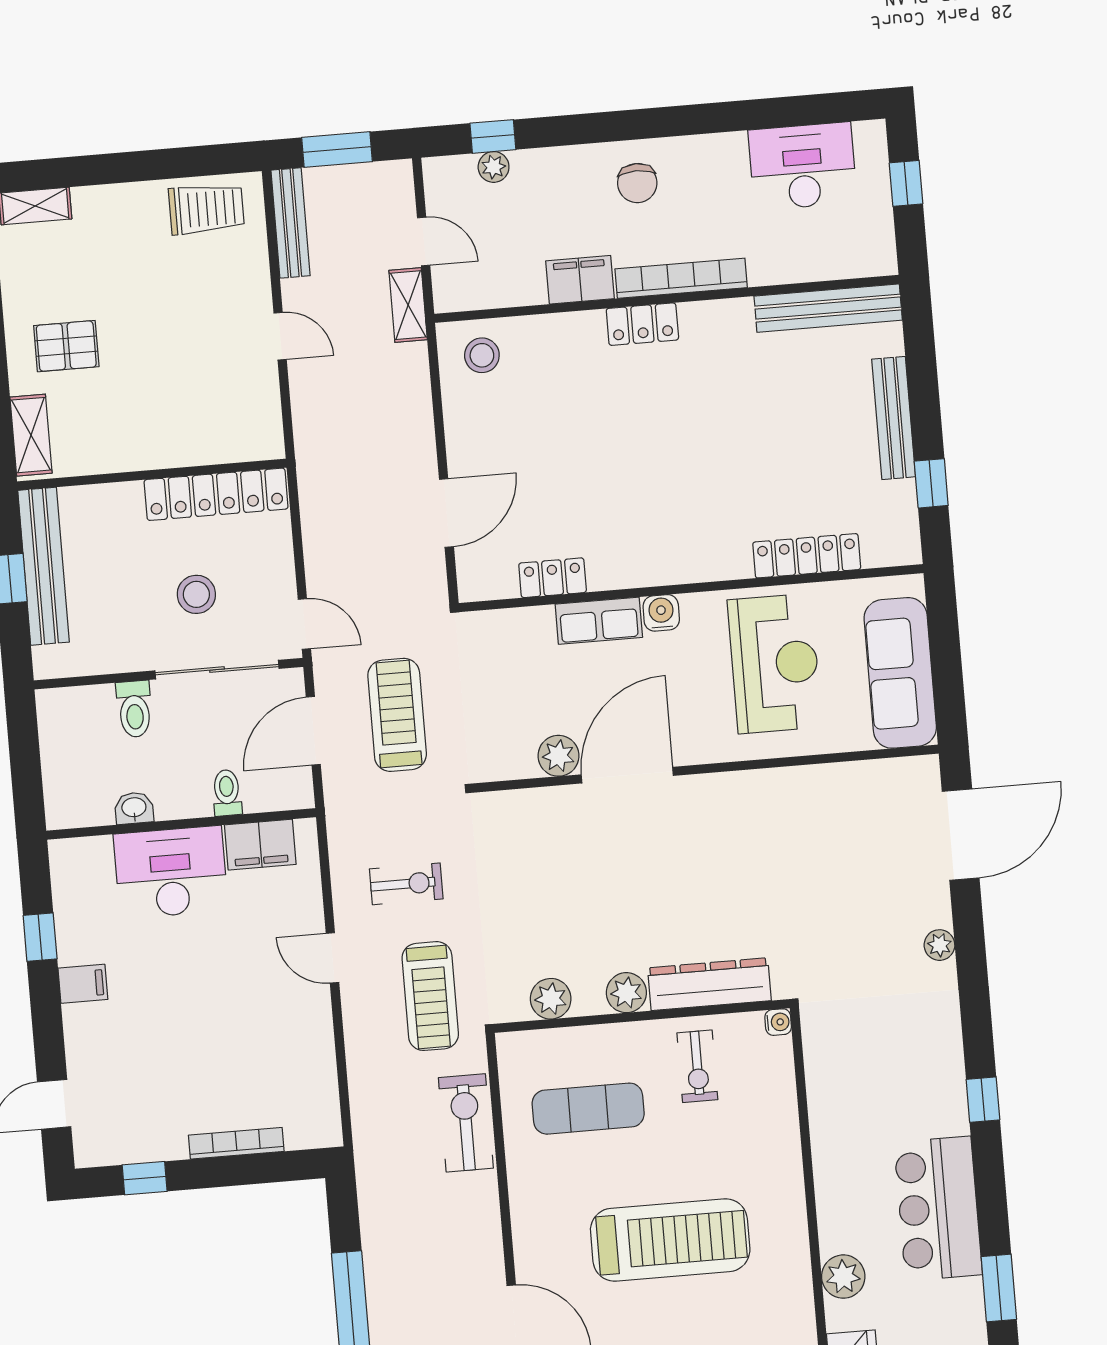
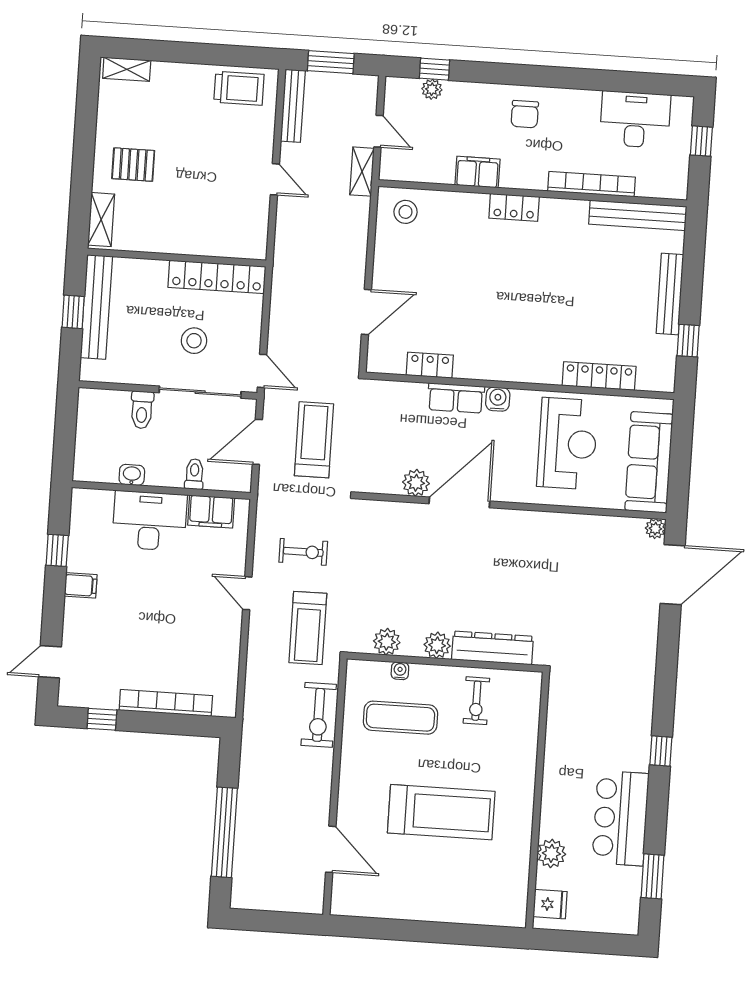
bookcase: (681, 278) -> (592, 184), moved
plant: (939, 945) -> (655, 529), moved
water cooler: (778, 1022) -> (400, 671), moved, turned -90
exercise bike: (466, 1123) -> (319, 715), turned 180
bookcase: (236, 1143) -> (166, 703), width x1.48, depth x1.31

